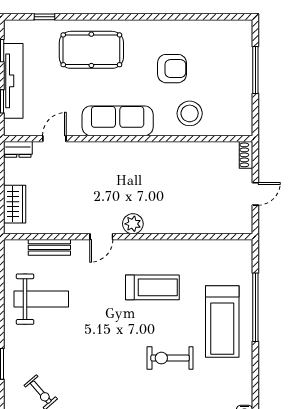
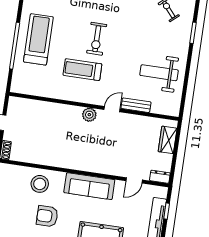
bench: (49, 247) -> (136, 105), moved
exercise bike: (170, 358) -> (97, 39), moved, turned 90

